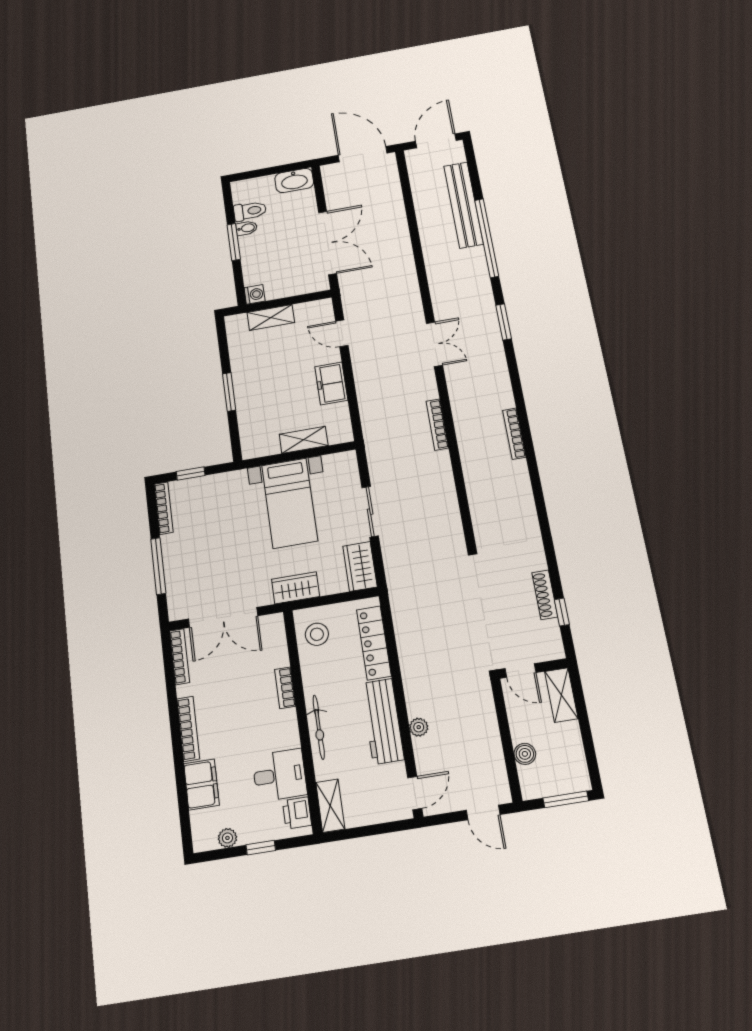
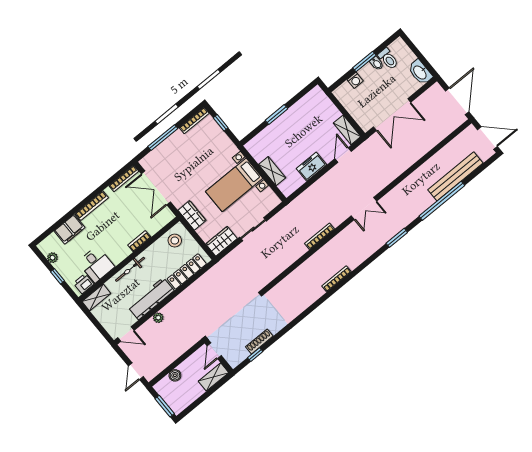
washing machine: (255, 294) -> (355, 80), moved
shelving: (271, 318) -> (347, 130), moved

